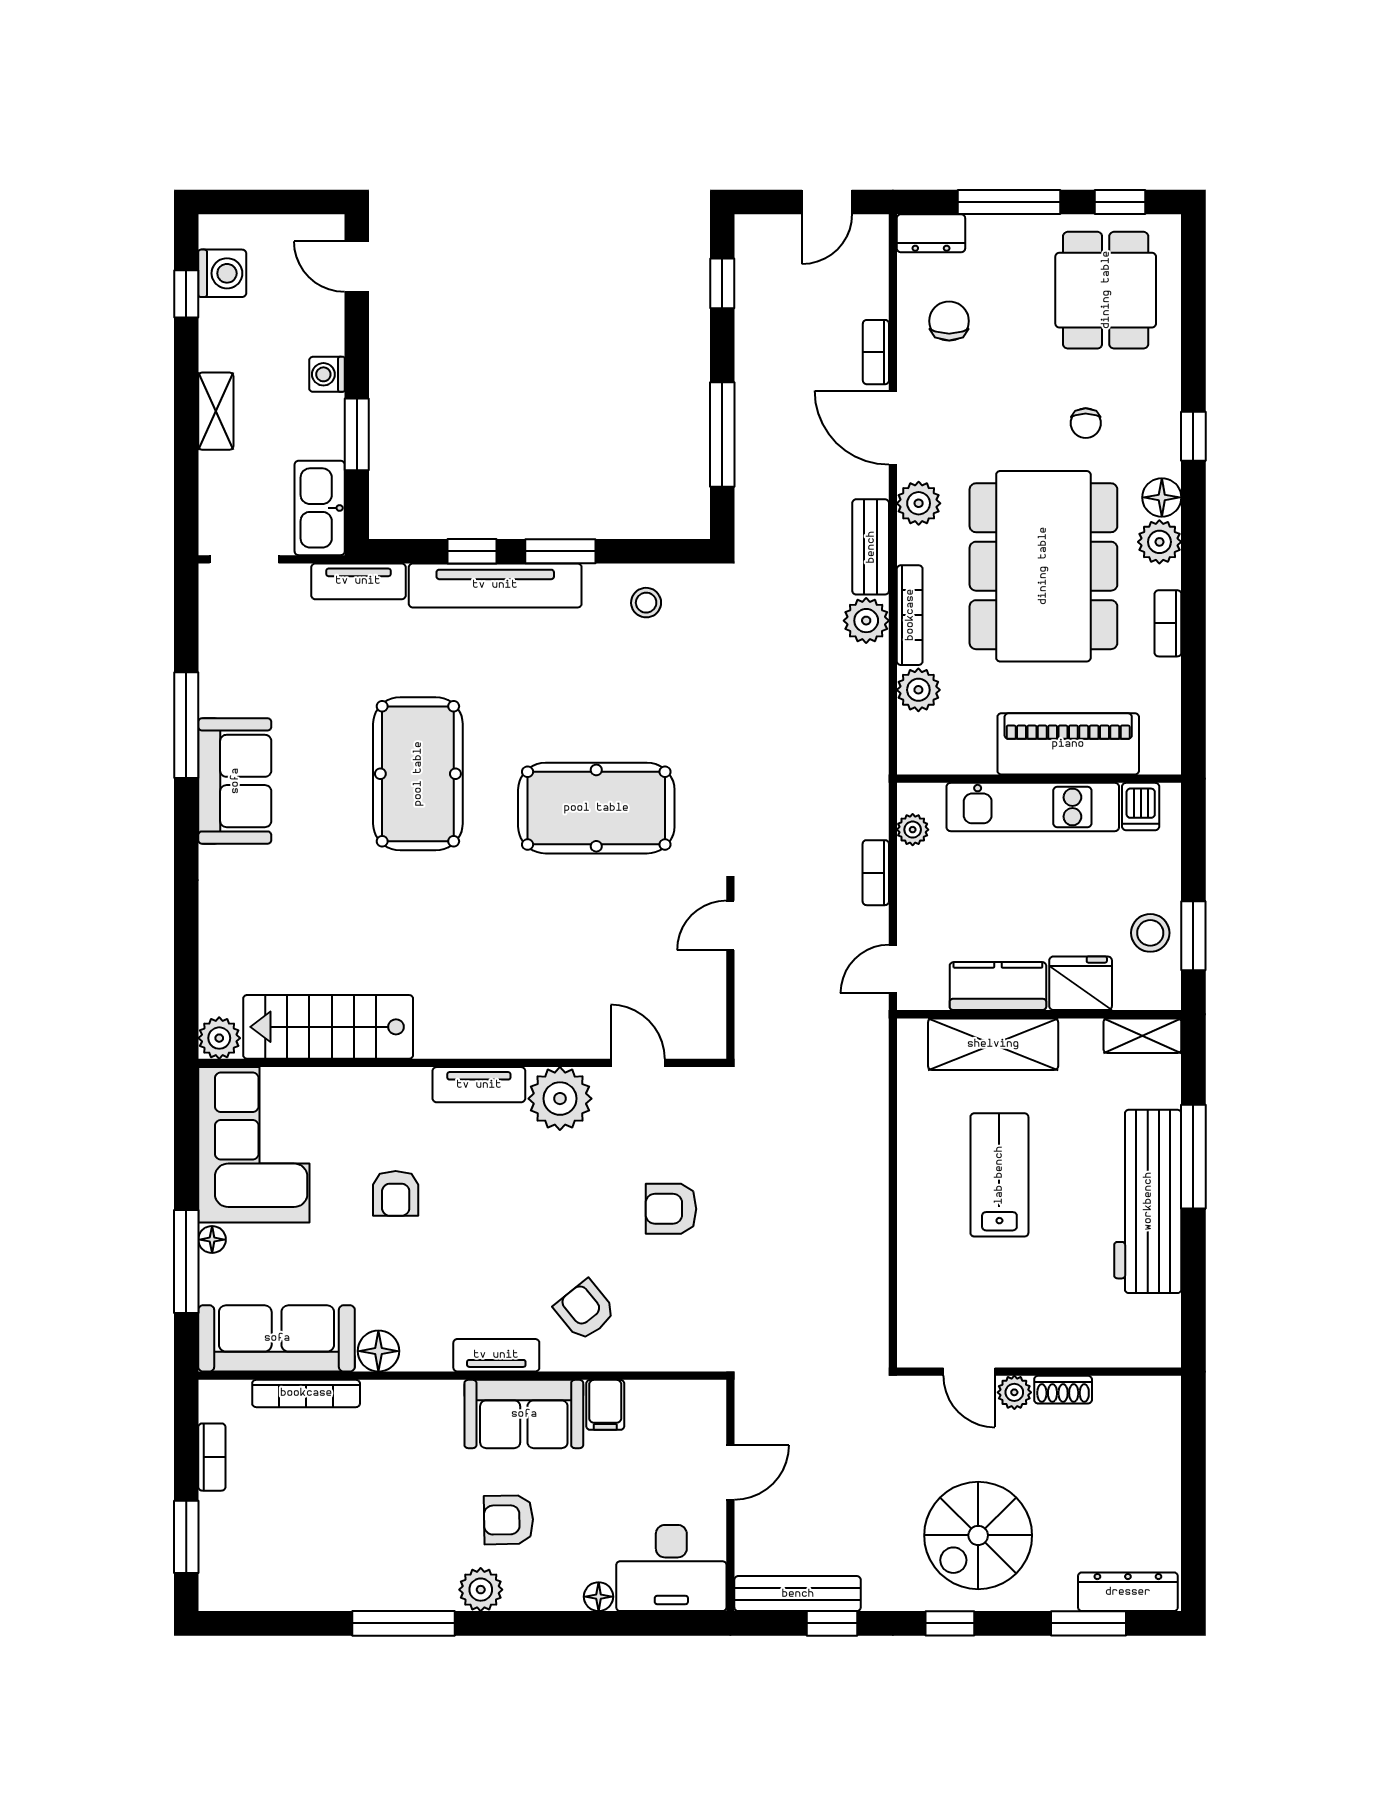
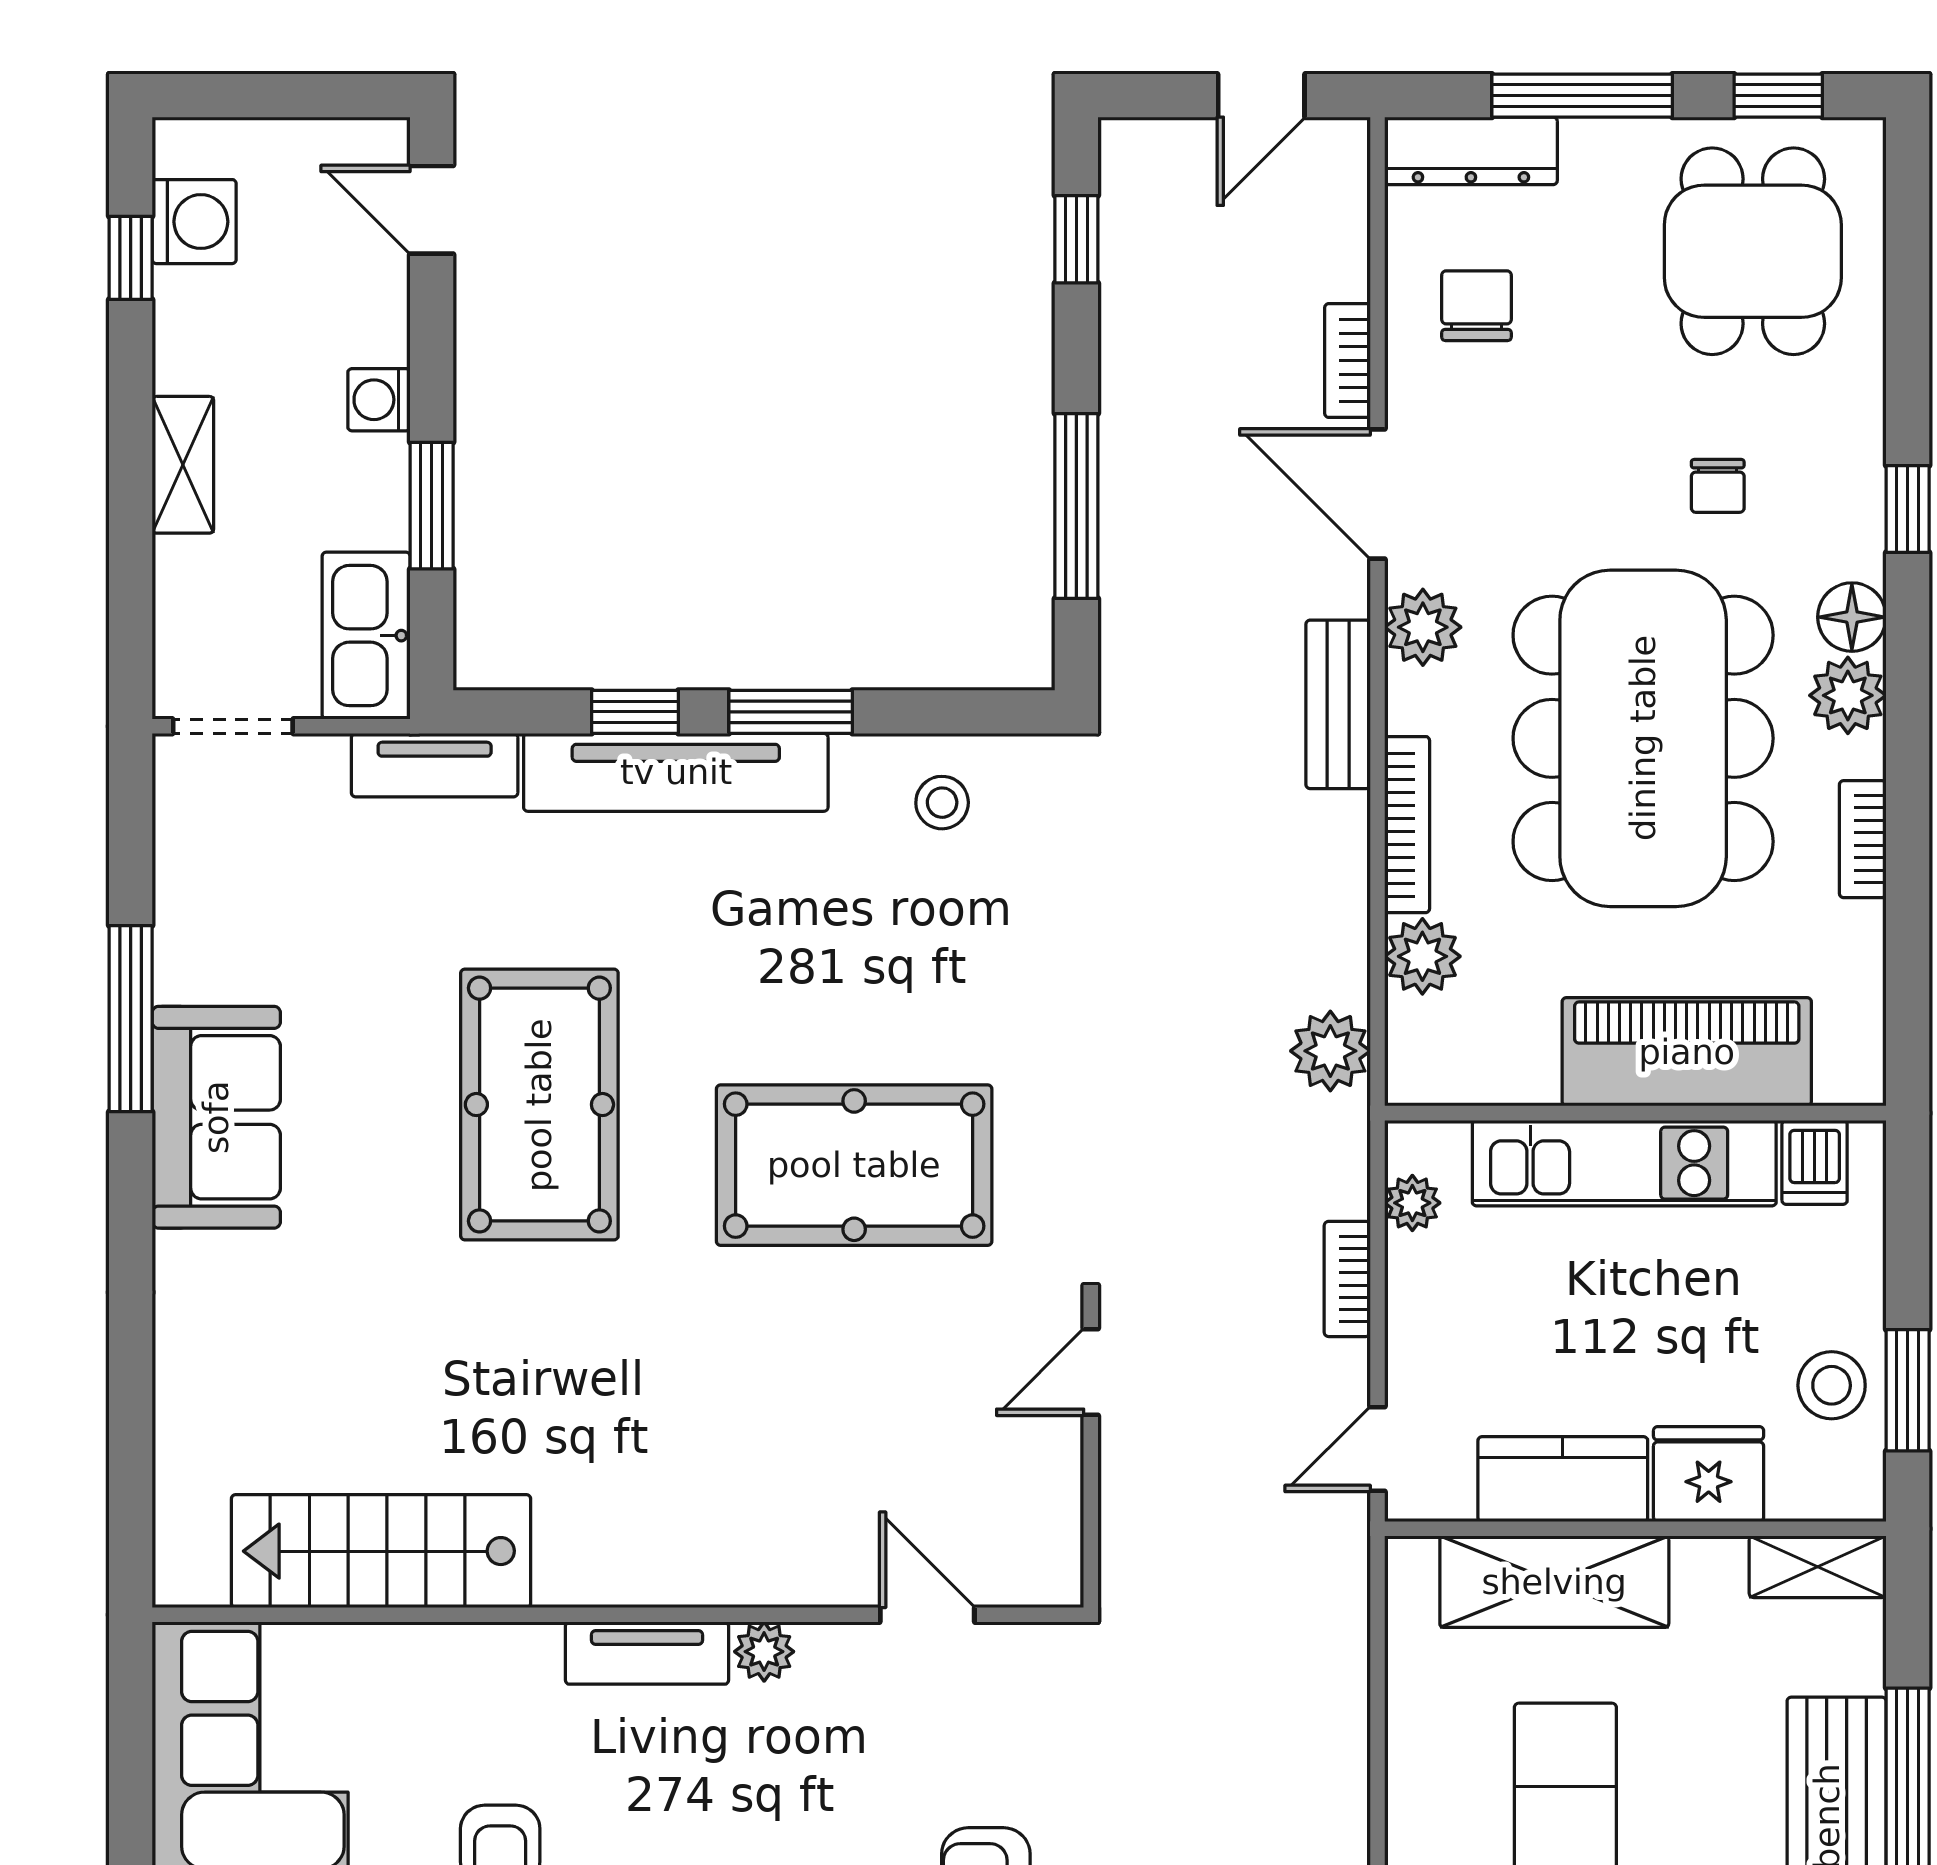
dresser: (931, 233) -> (1471, 151), width x1.44
plant: (866, 621) -> (1330, 1051), moved
plant: (219, 1038) -> (189, 1571), removed
plant: (560, 1099) -> (764, 1652), width x0.53, depth x0.53

